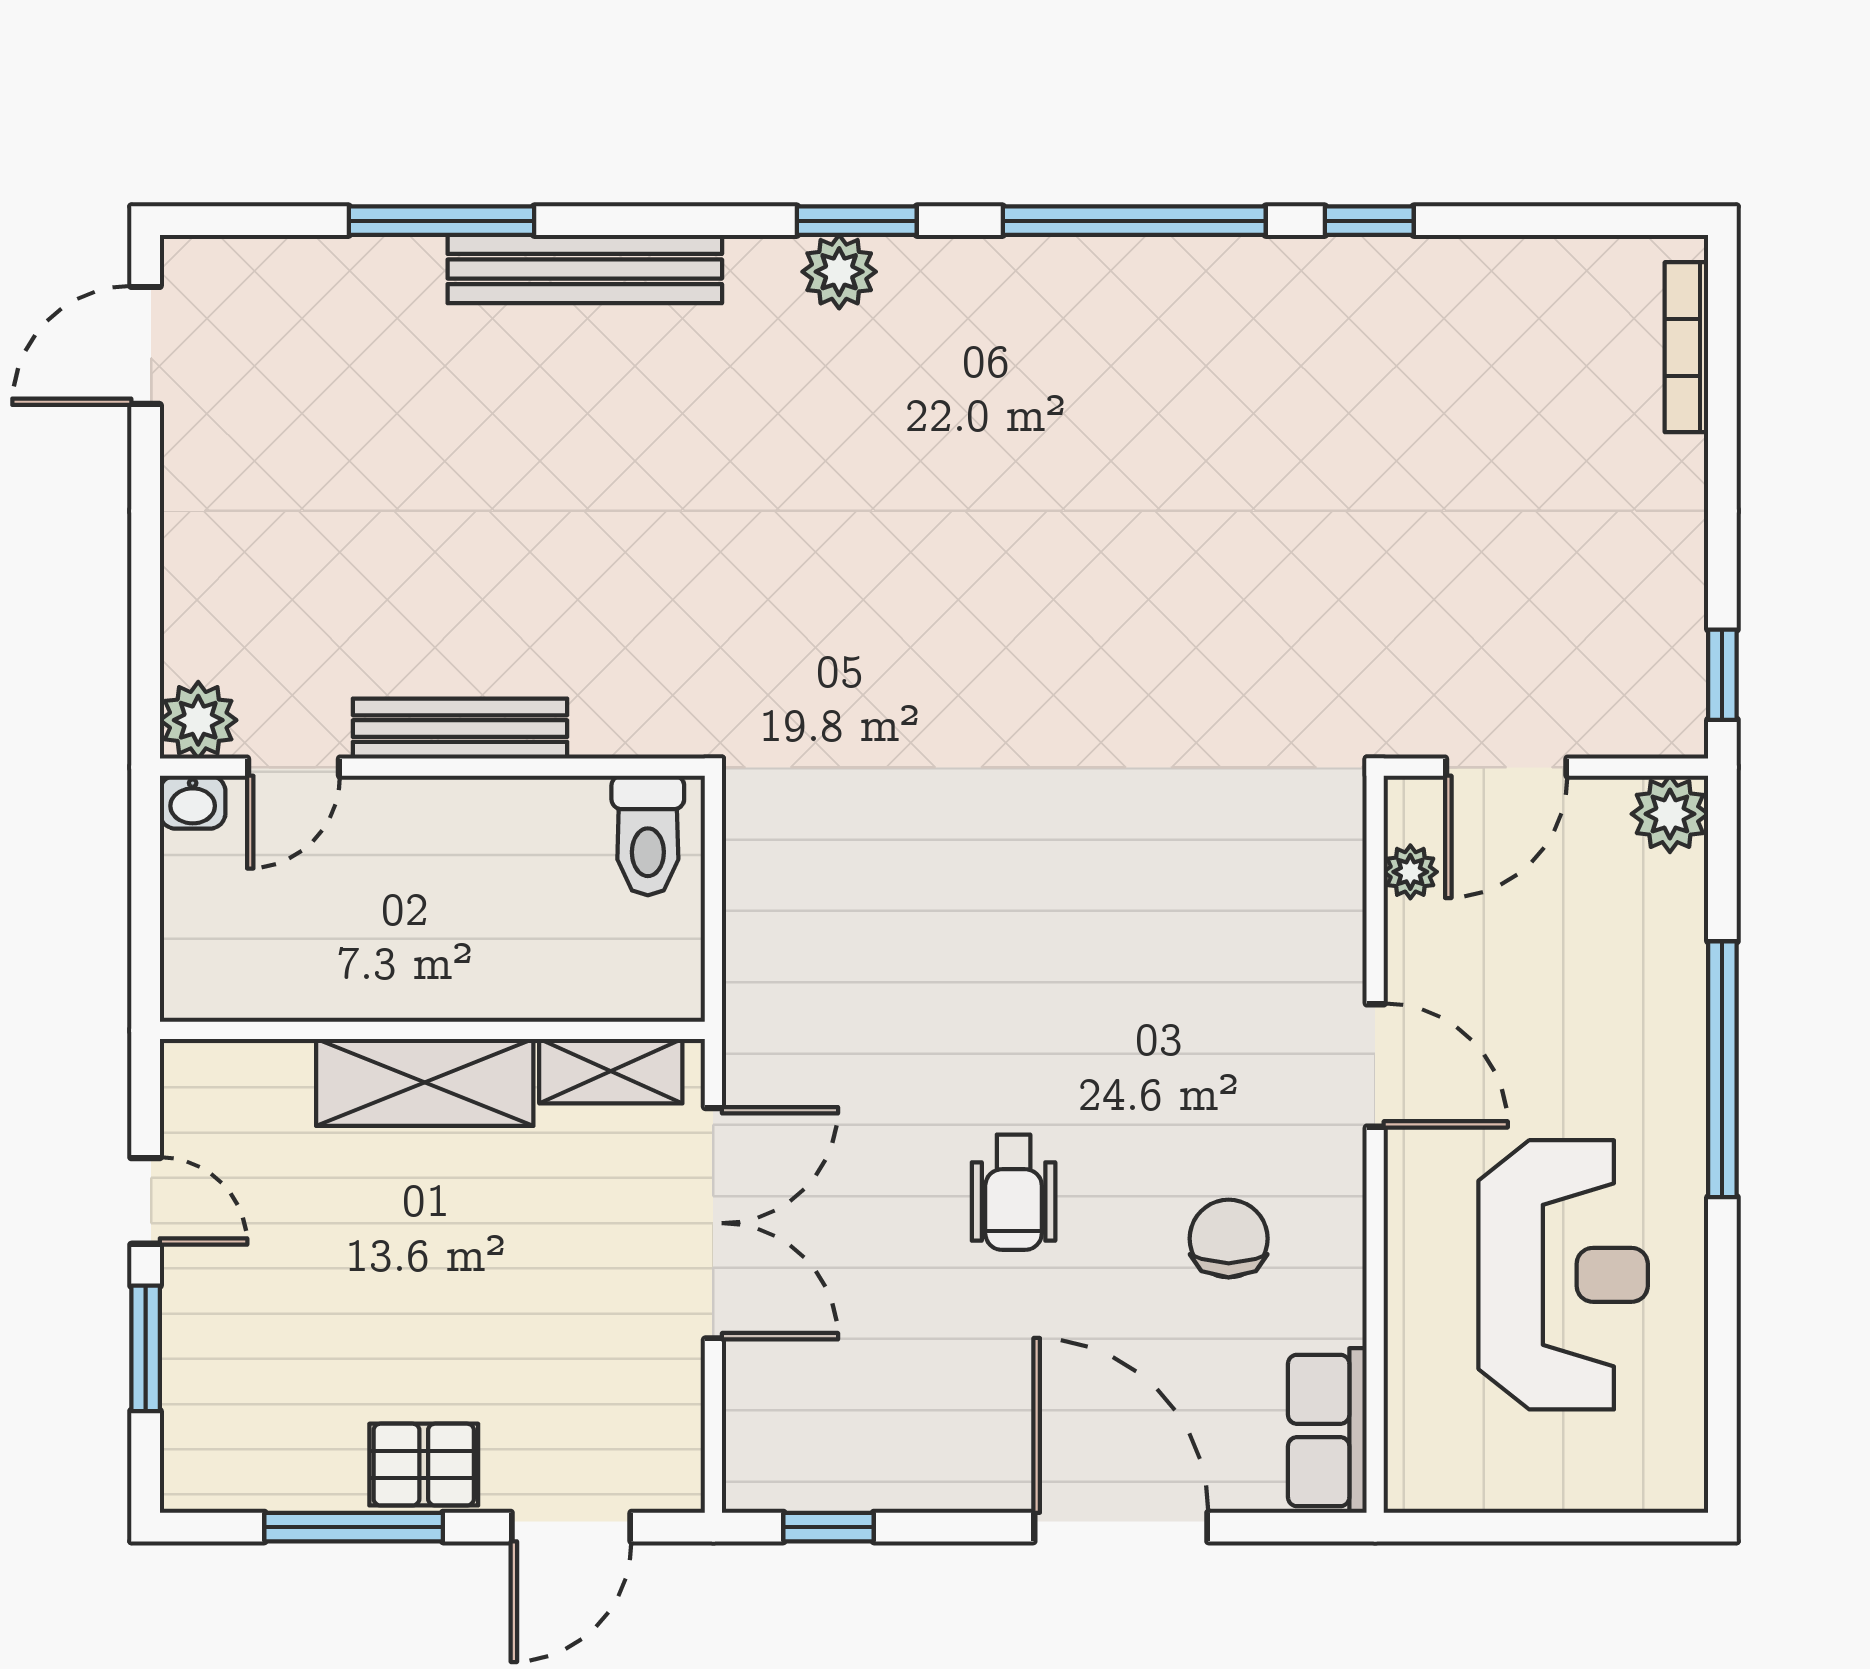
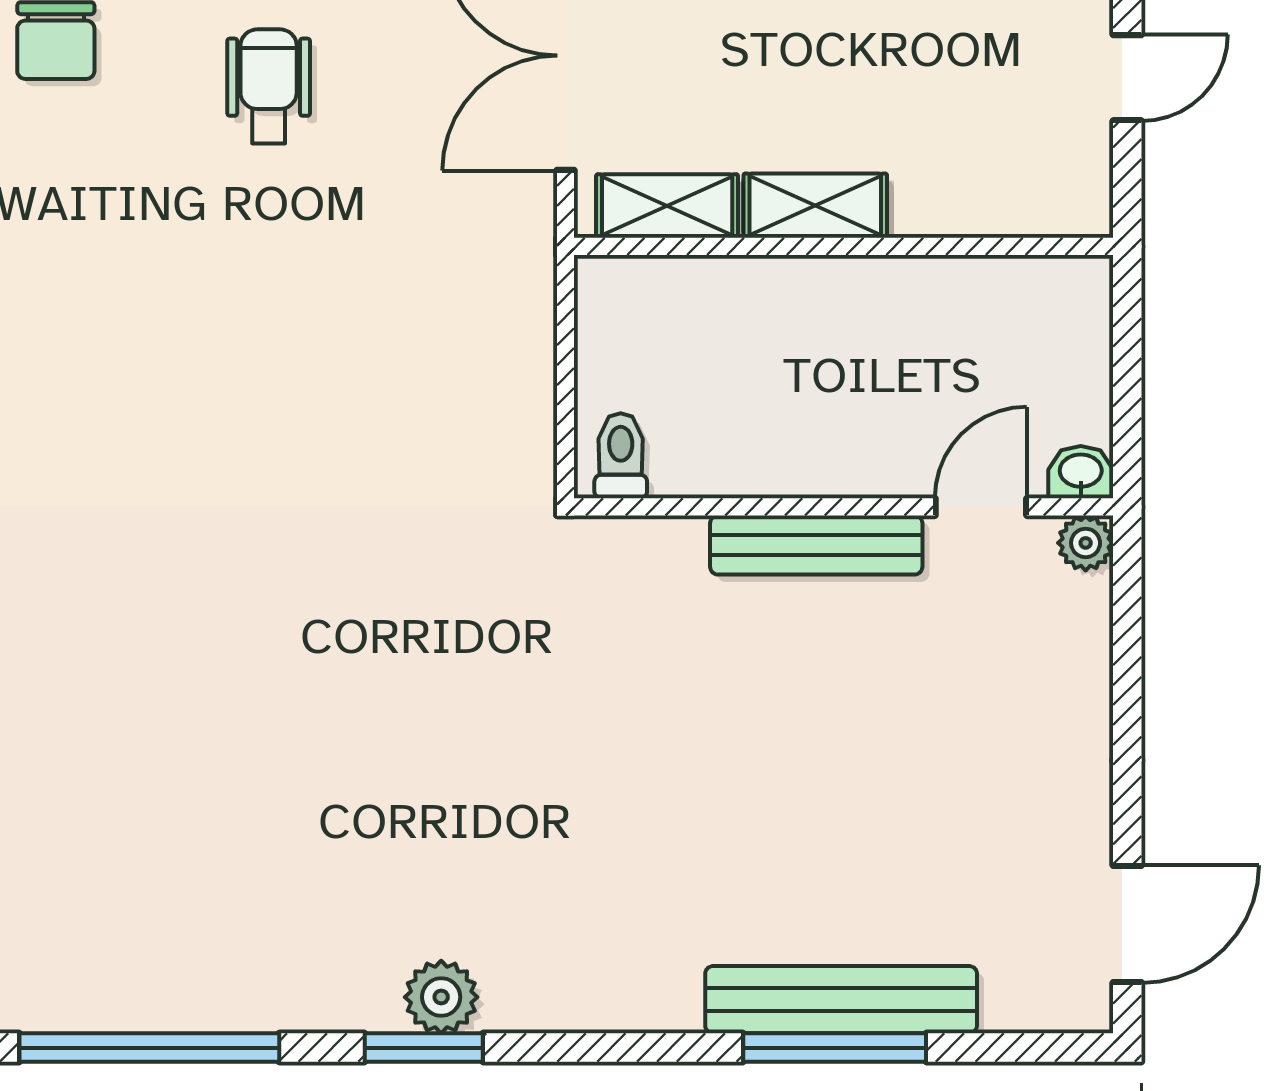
bench: (585, 269) -> (841, 1000), moved
plant: (198, 720) -> (1086, 543), width x0.73, depth x0.73
toilet: (648, 835) -> (621, 456), width x0.73, depth x0.72
shelving: (425, 1082) -> (815, 206), width x0.67, depth x0.75
door: (146, 1201) -> (1127, 78), swing flipped

